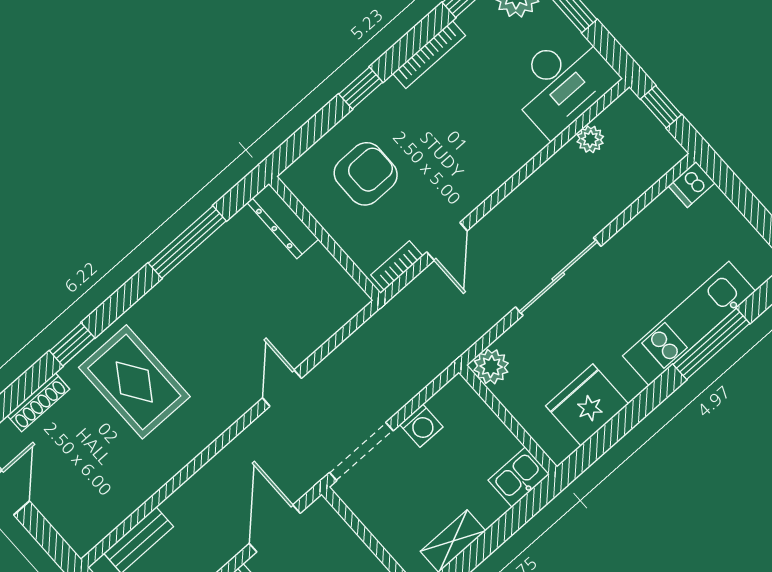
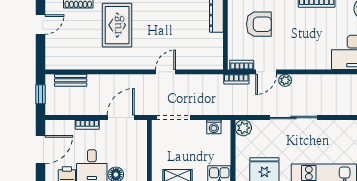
plant: (590, 139) -> (285, 80), moved
bookcase: (409, 297) -> (236, 79), added
washing machine: (421, 426) -> (214, 127), moved

